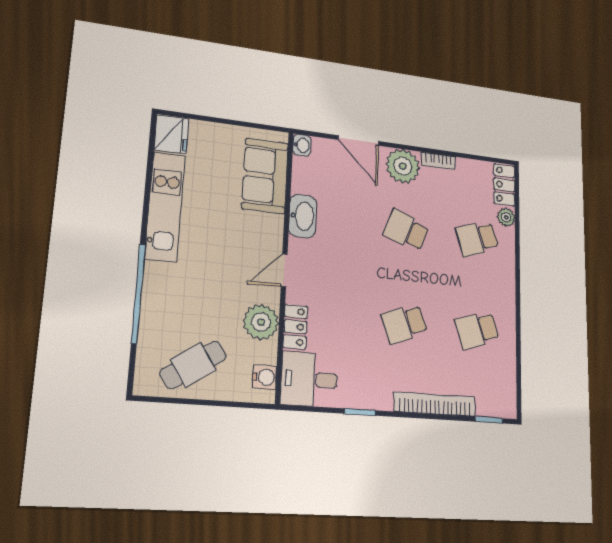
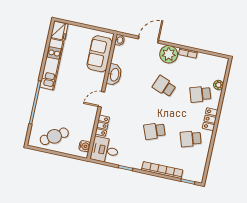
door: (359, 140) -> (148, 40), swing flipped
locker: (504, 185) -> (210, 119), moved
plant: (261, 322) -> (87, 122), removed

